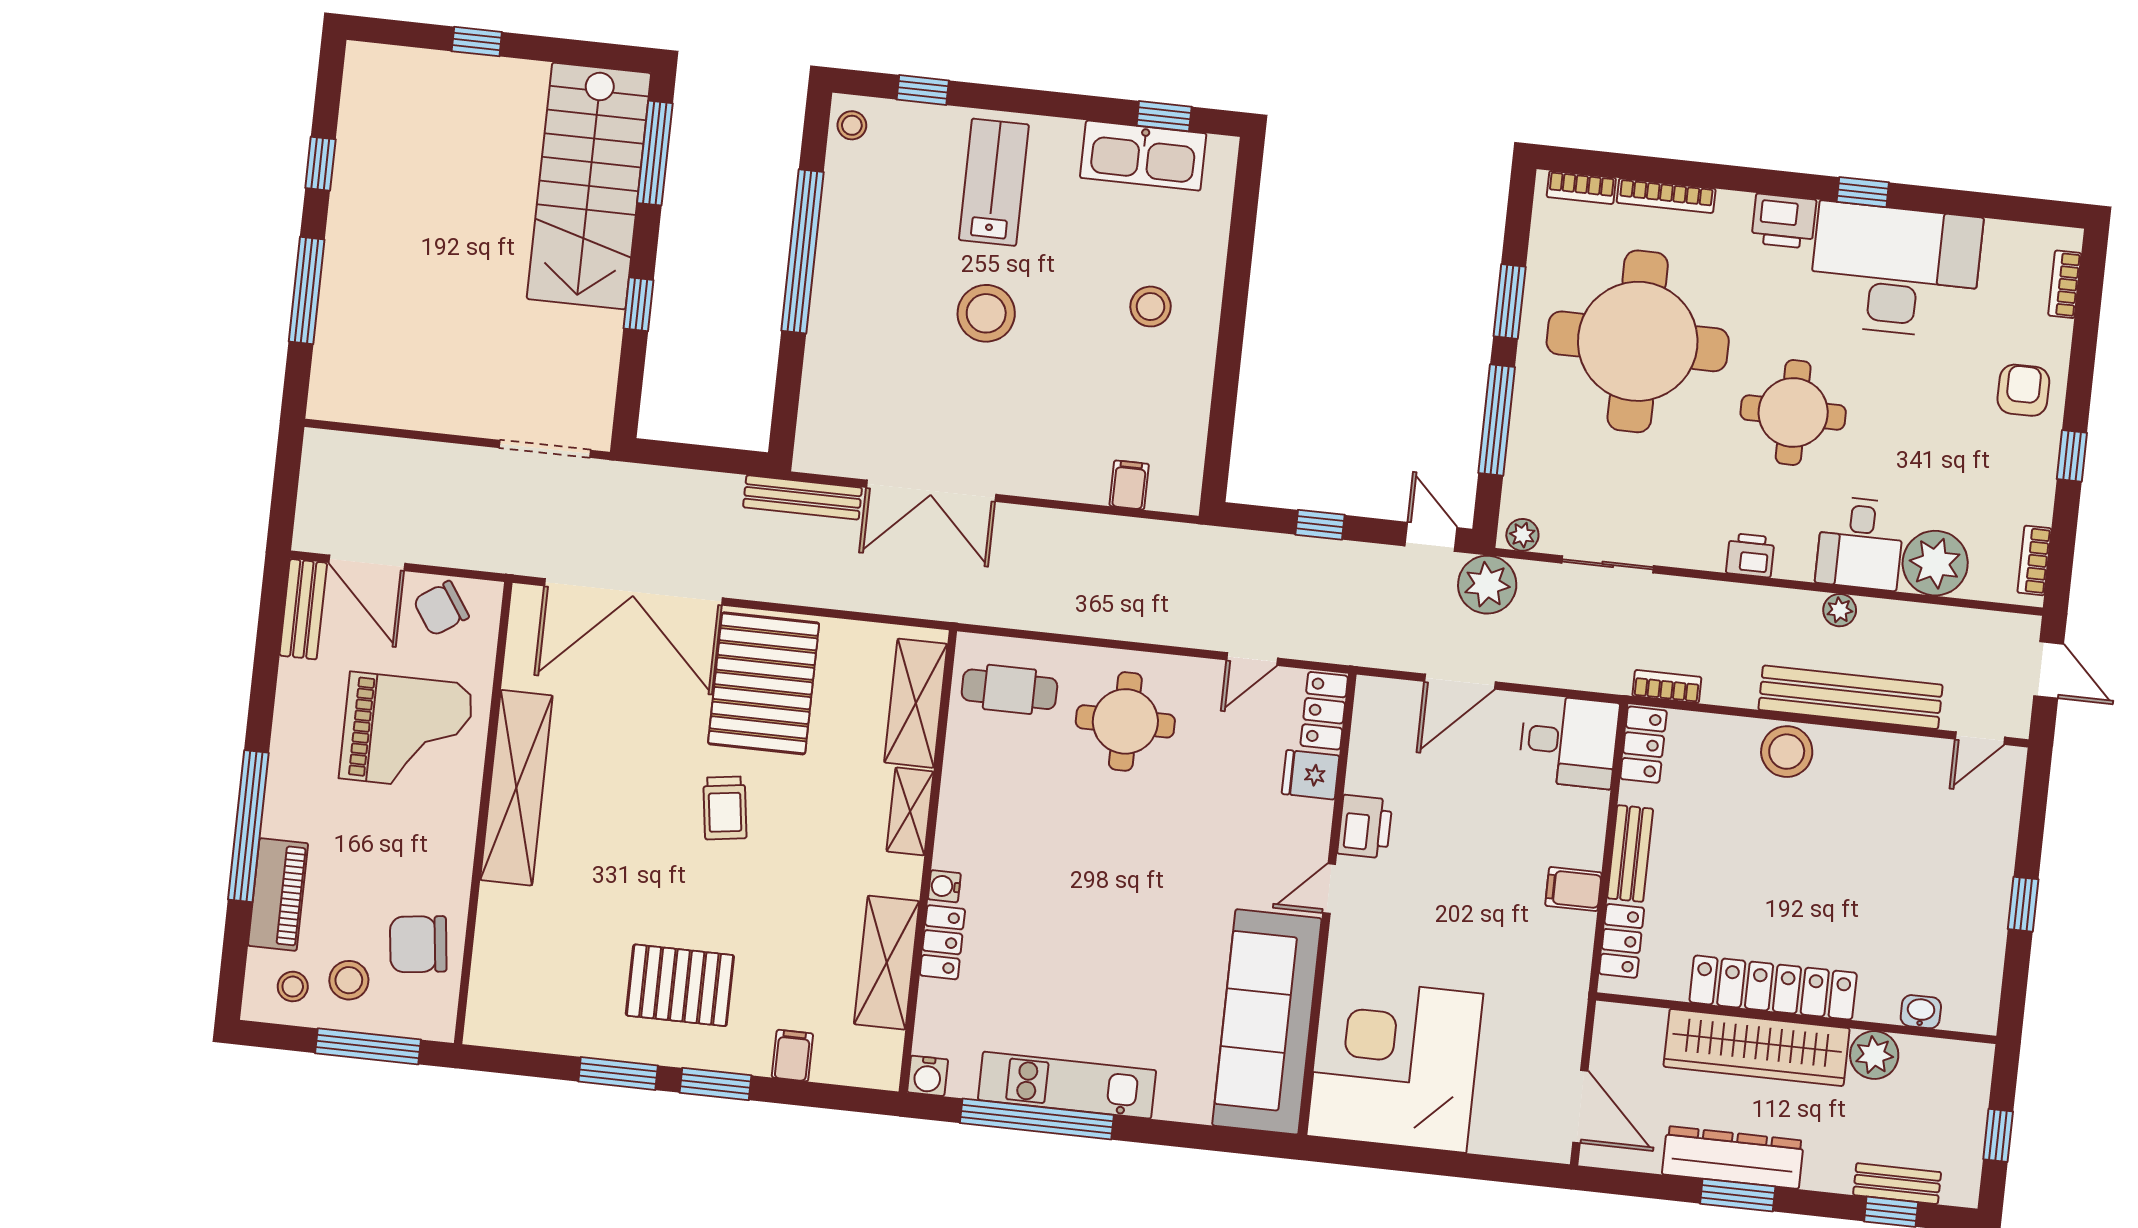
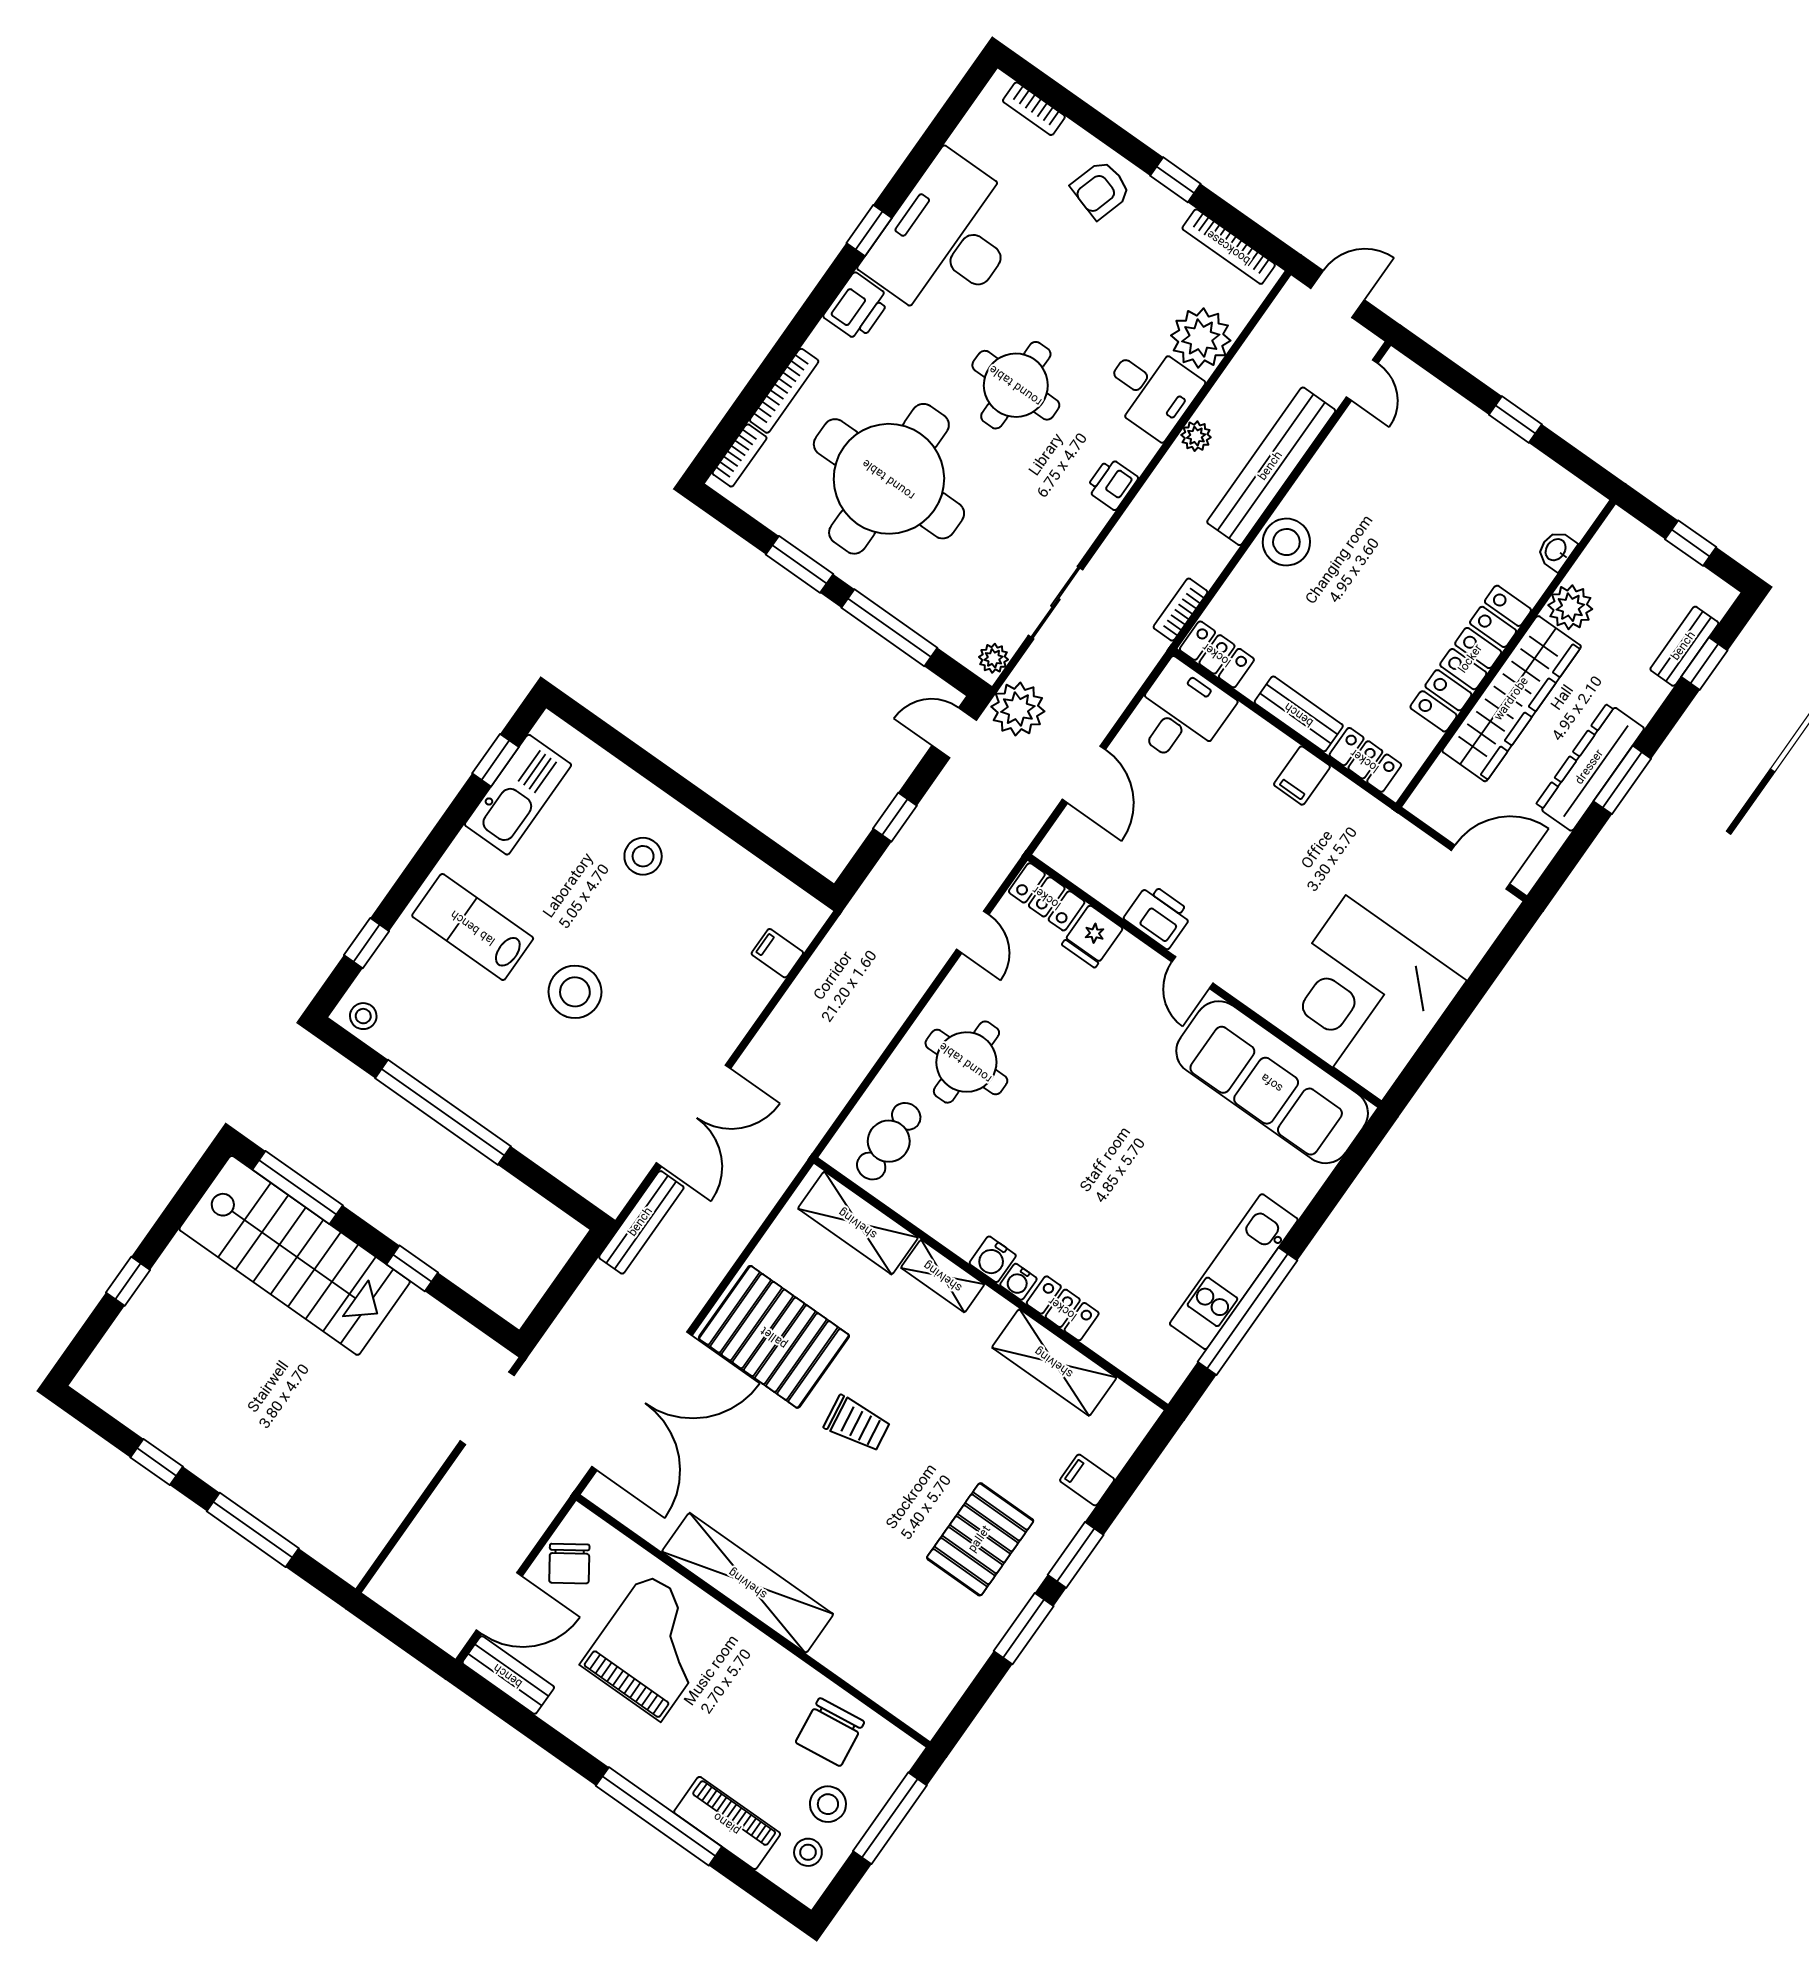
armchair: (2023, 390) -> (1101, 190), turned -73
bookcase: (2034, 560) -> (1229, 247), width x1.56
water cooler: (928, 1076) -> (993, 1259), moved, turned 90

